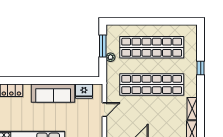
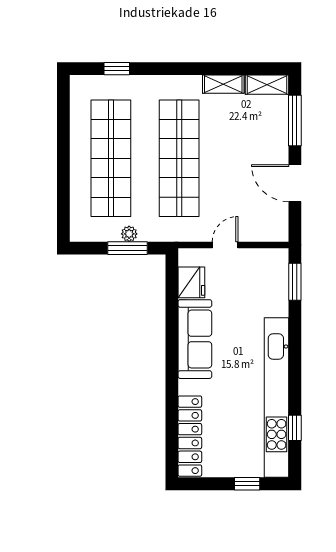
window: (103, 46) -> (127, 248), moved
window: (201, 68) -> (117, 69), moved
door: (104, 110) -> (225, 245), hinge flipped

